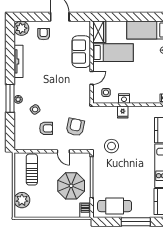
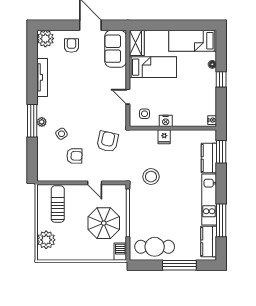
sofa: (81, 52) -> (116, 49), moved
door: (92, 78) -> (128, 97), swing flipped
armchair: (75, 127) -> (108, 142), moved

